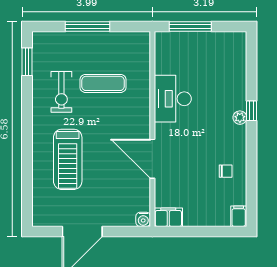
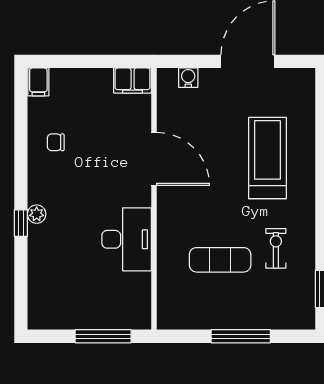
exercise bike: (61, 92) -> (276, 248), width x0.73, depth x0.72
water cooler: (143, 219) -> (188, 78), moved

